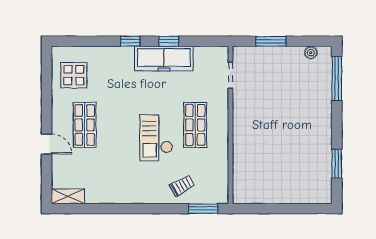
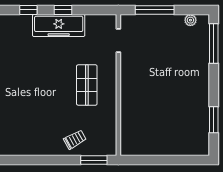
window: (271, 41) -> (155, 10), width x1.44
checkout: (156, 138) -> (52, 97), removed

